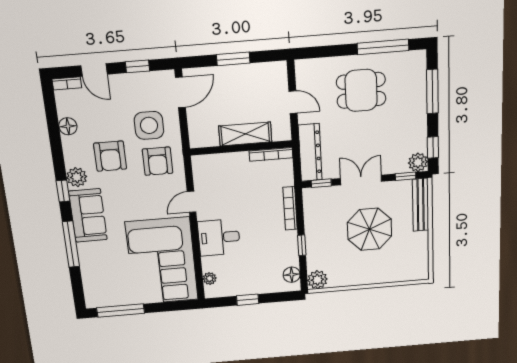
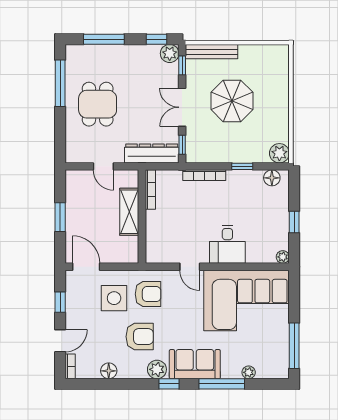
door: (293, 102) -> (103, 166), swing flipped
plant: (87, 269) -> (249, 372), added
plant: (210, 279) -> (283, 257), moved

